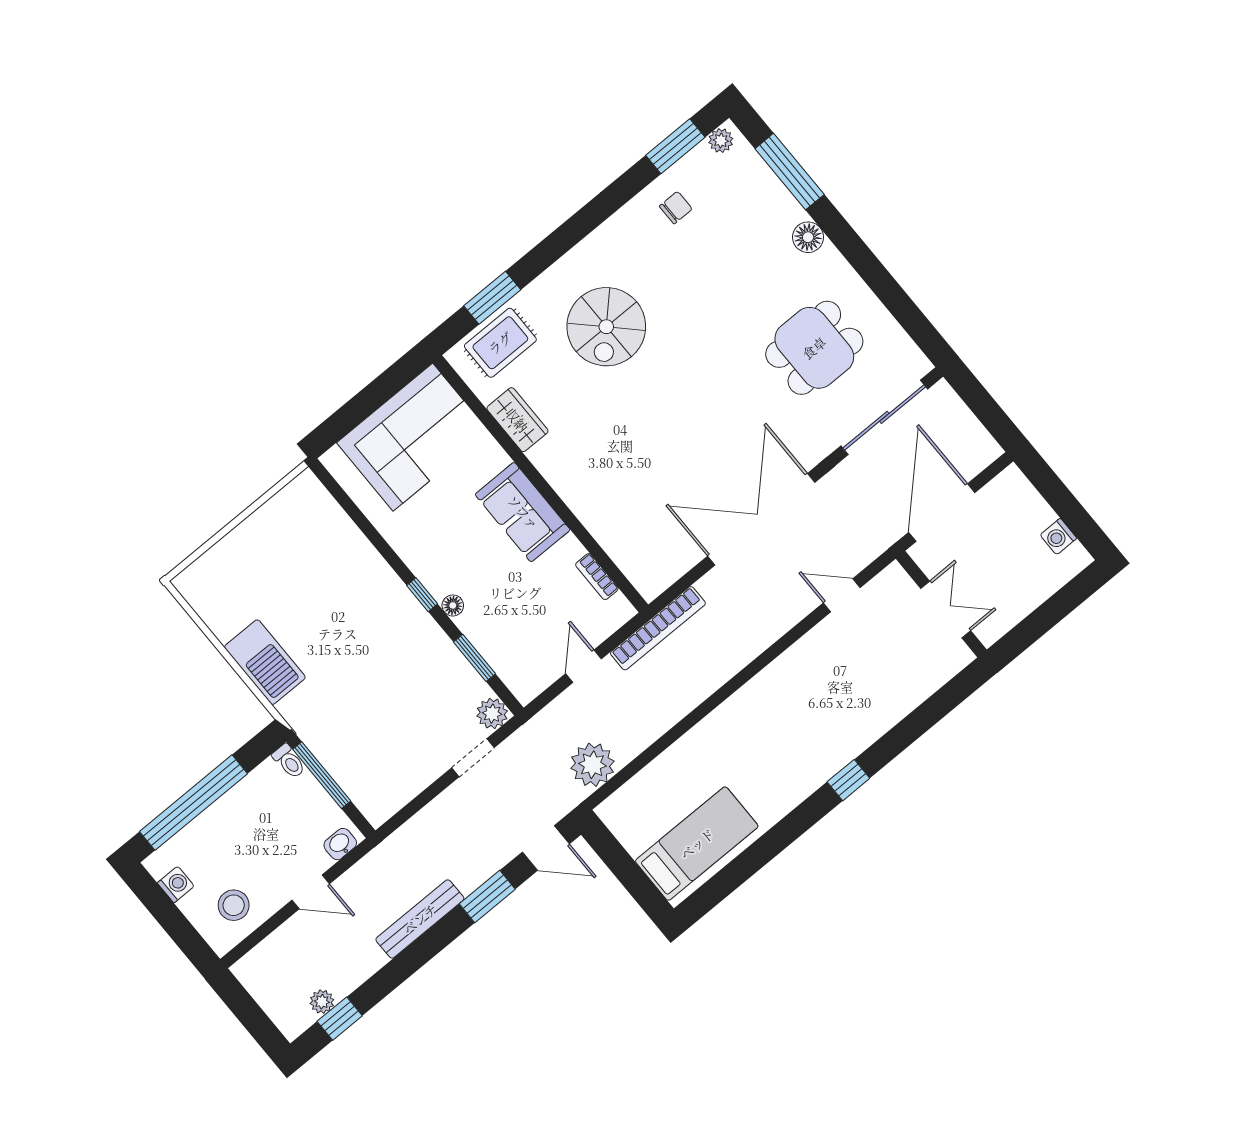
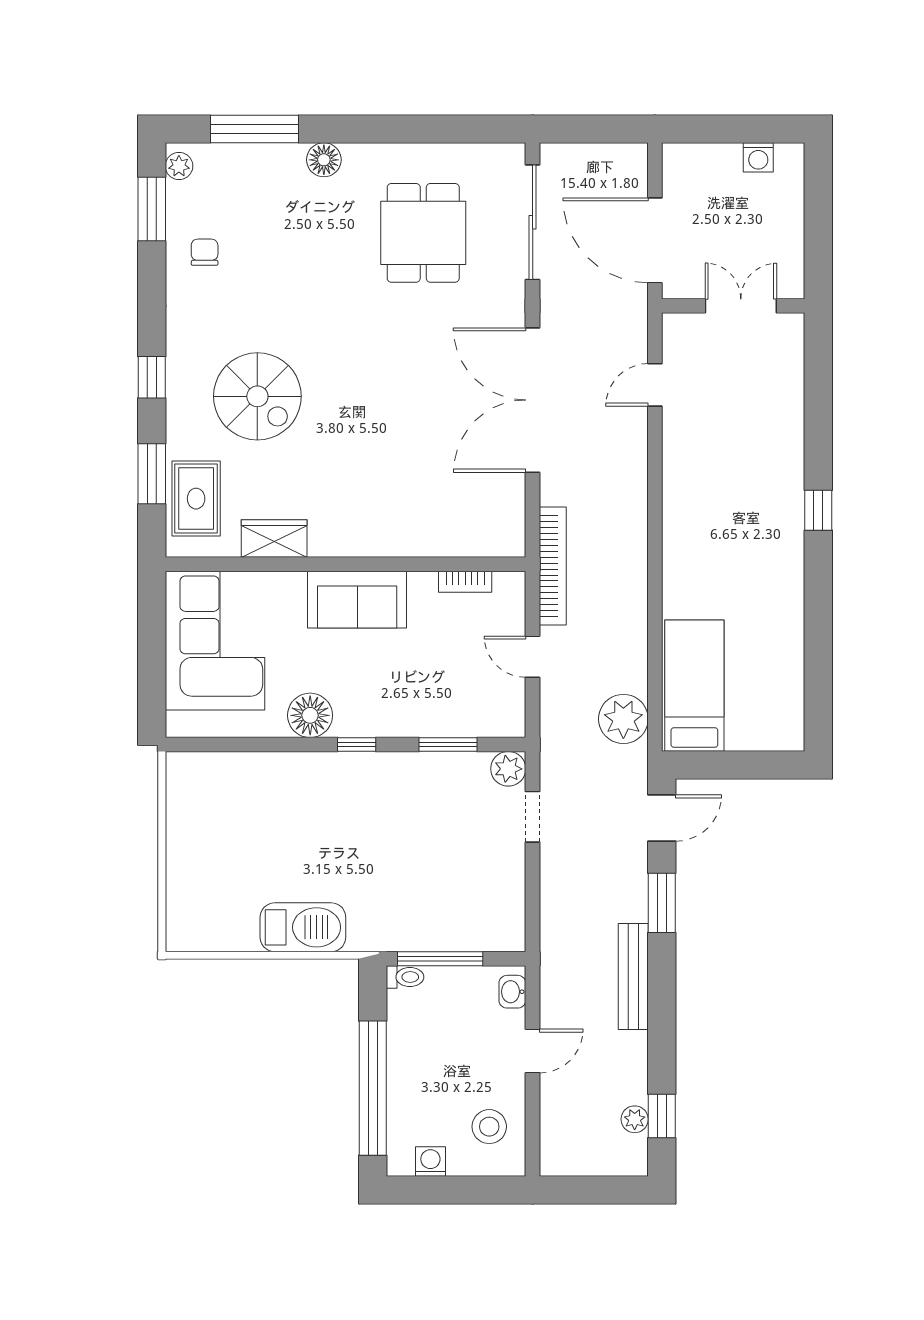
window: (559, 243) -> (152, 377), added
floor lamp: (453, 605) -> (310, 715), moved, width x1.89, depth x1.89
bed: (697, 844) -> (694, 686), moved

